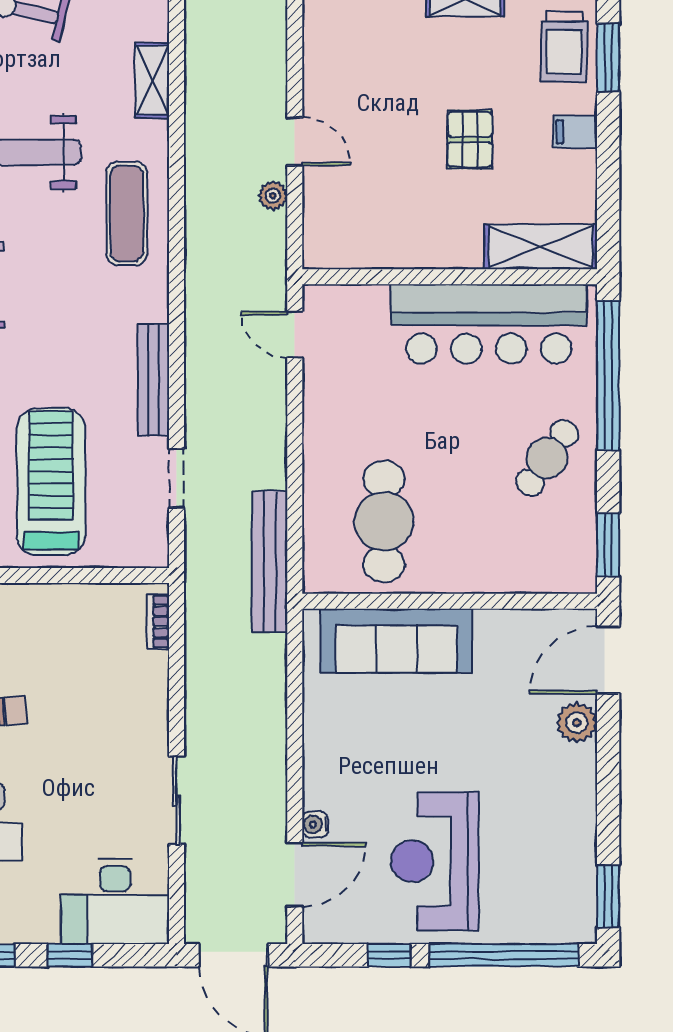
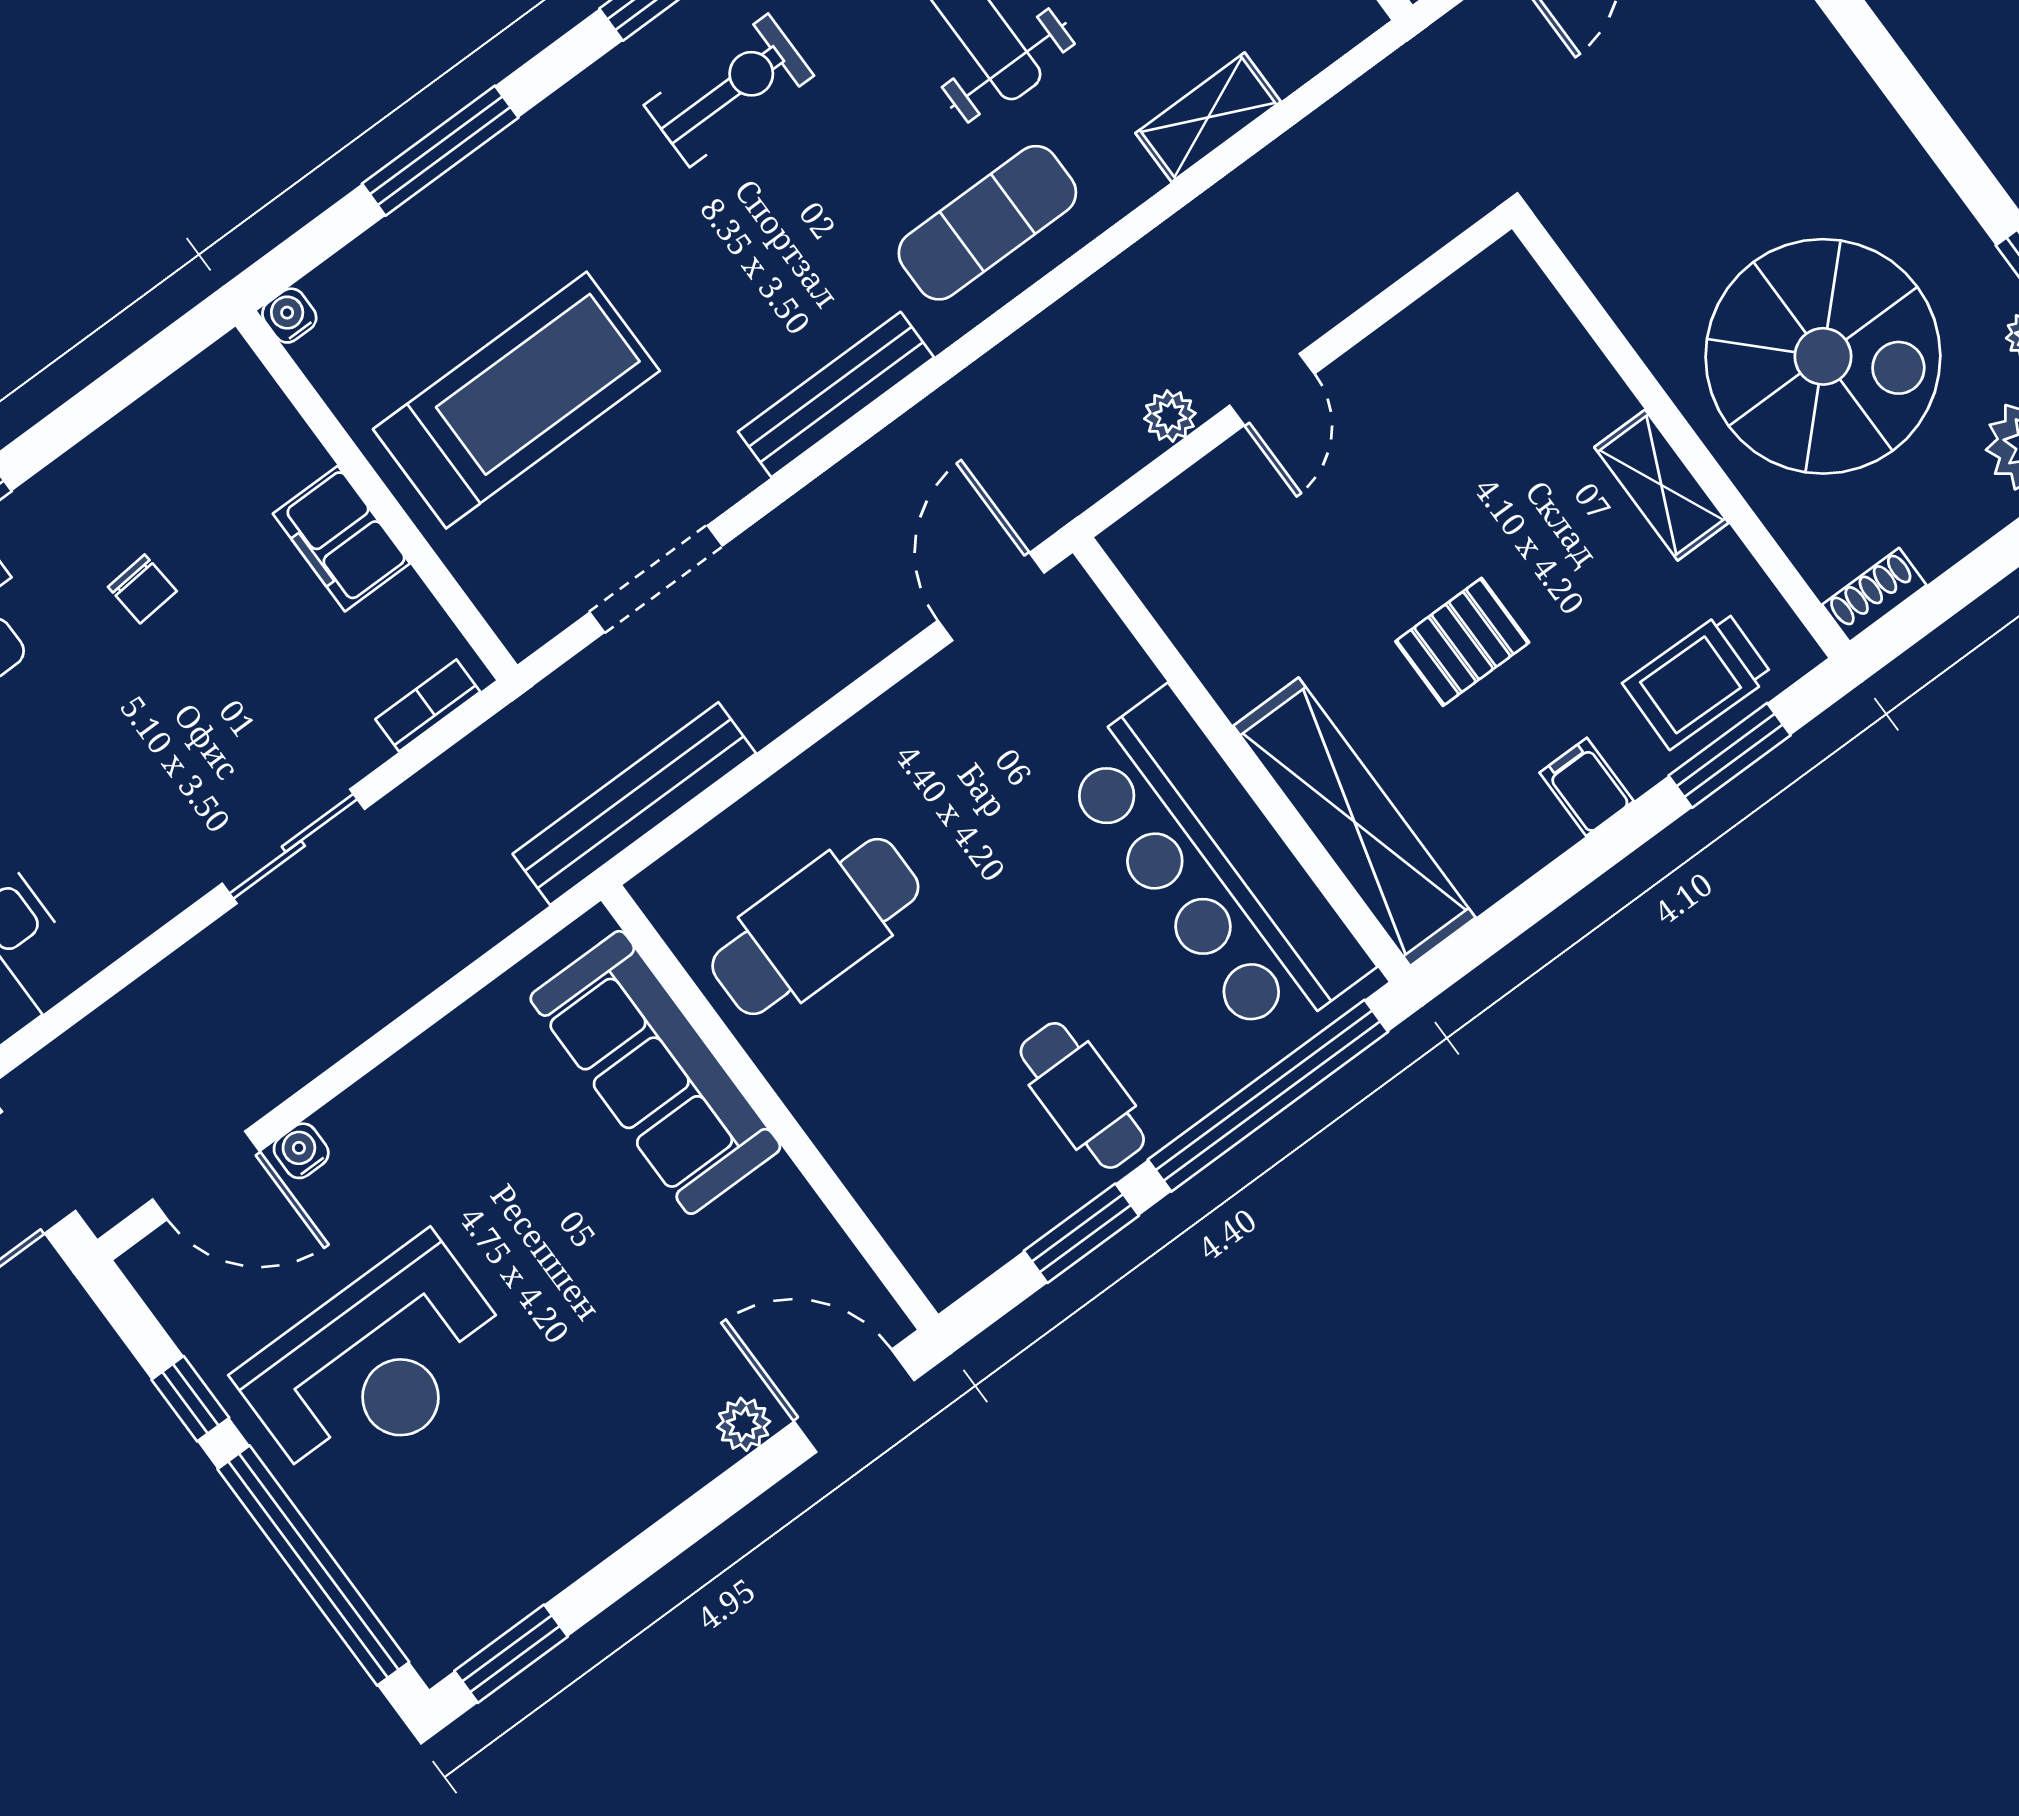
shelving: (541, 247) -> (1354, 822), width x1.47
door: (295, 335) -> (991, 597), width x1.38
bench: (154, 380) -> (836, 394), moved
cafe table: (547, 458) -> (1082, 1095), turned 55
doorway: (177, 478) -> (656, 579), width x1.38
window: (608, 545) -> (1081, 1233), moved
filing cabinet: (55, 605) -> (341, 539), added
plant: (577, 723) -> (744, 1424), width x0.73, depth x0.73
sliding door: (177, 800) -> (293, 846), moved
reception desk: (435, 861) -> (376, 1364), turned 180

